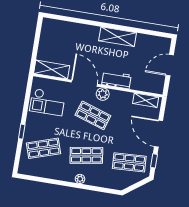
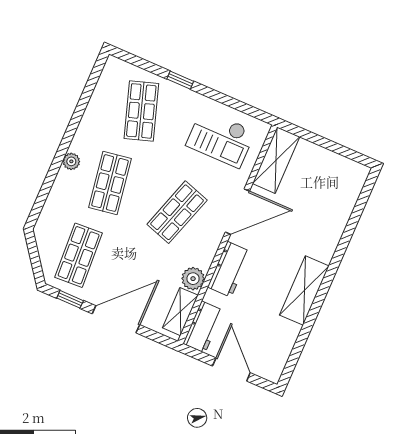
workbench: (151, 86) -> (203, 327), added
plant: (103, 94) -> (193, 279), moved
checkout: (47, 102) -> (221, 138), turned -90

